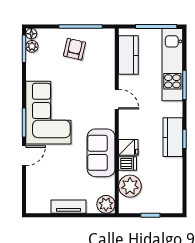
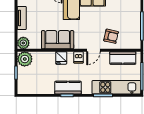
armchair: (75, 49) -> (111, 36), moved
dishwasher: (128, 163) -> (78, 57), moved
plant: (130, 186) -> (25, 59), moved

